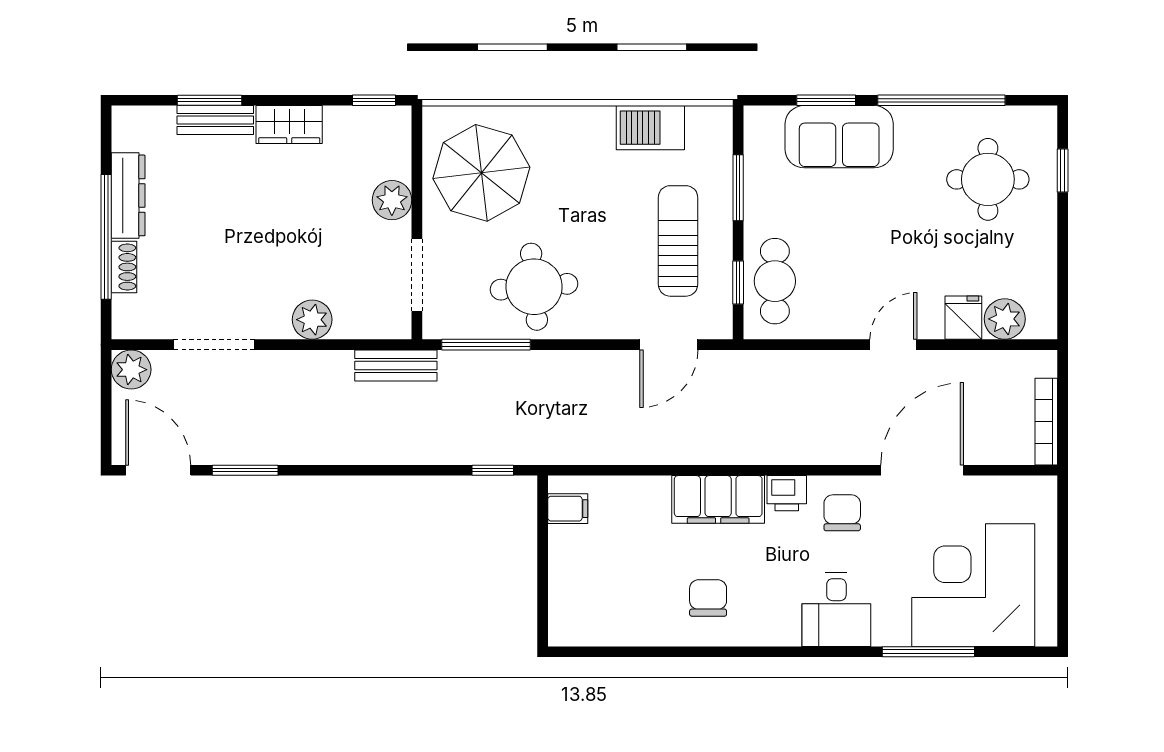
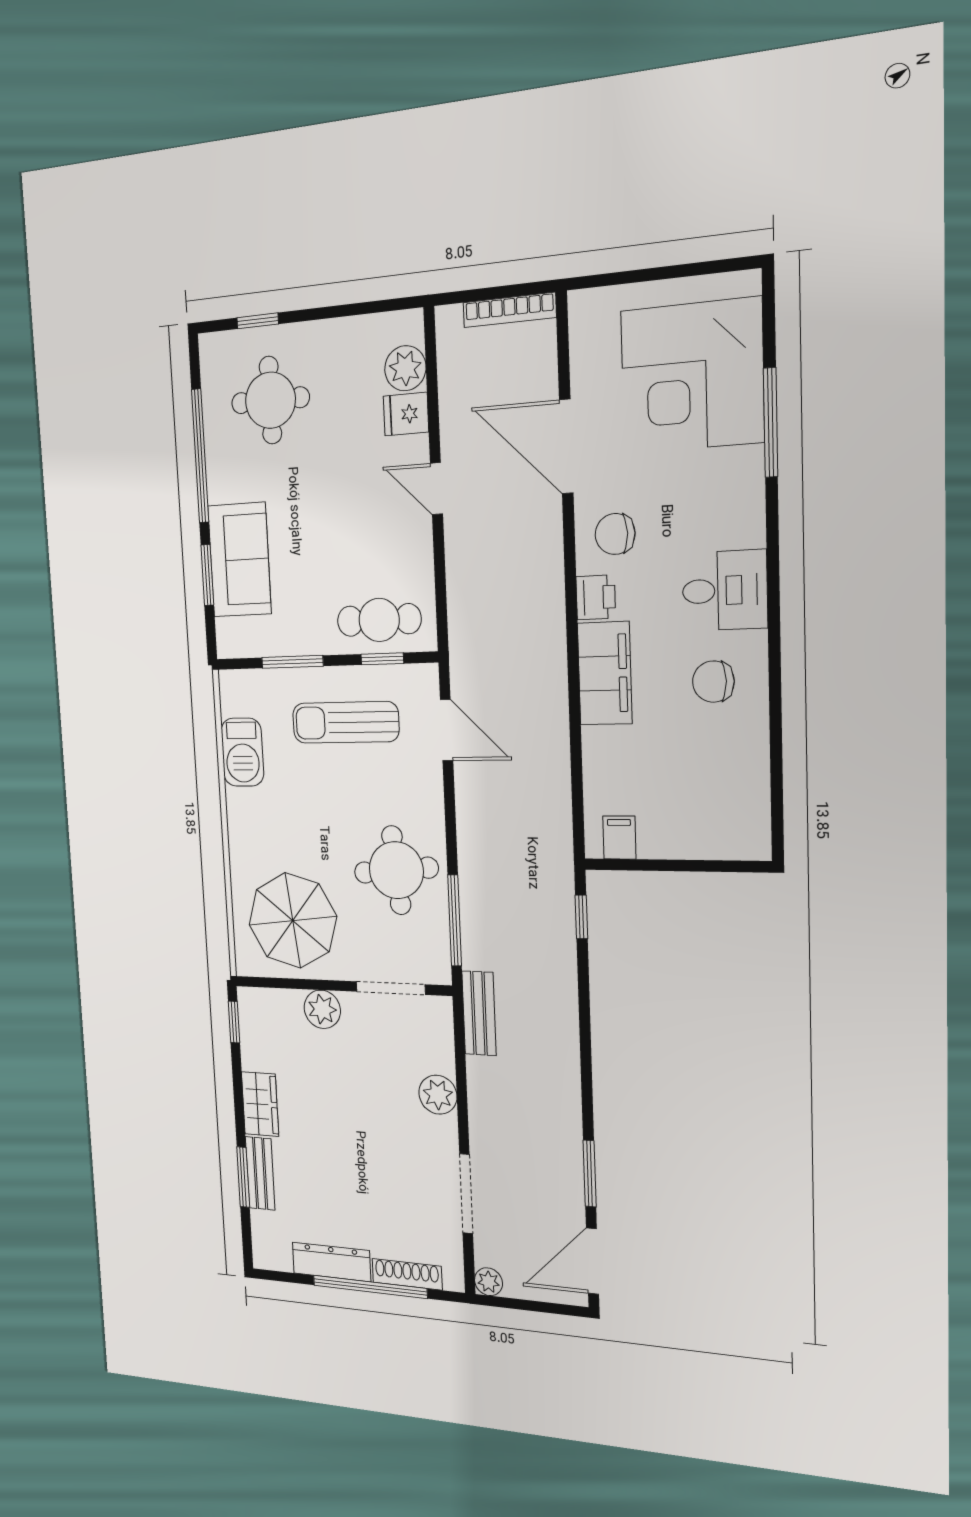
shoe rack: (124, 267) -> (407, 1274), width x1.43
plant: (131, 370) -> (488, 1282), width x0.73, depth x0.73
desk: (836, 610) -> (725, 590), moved

